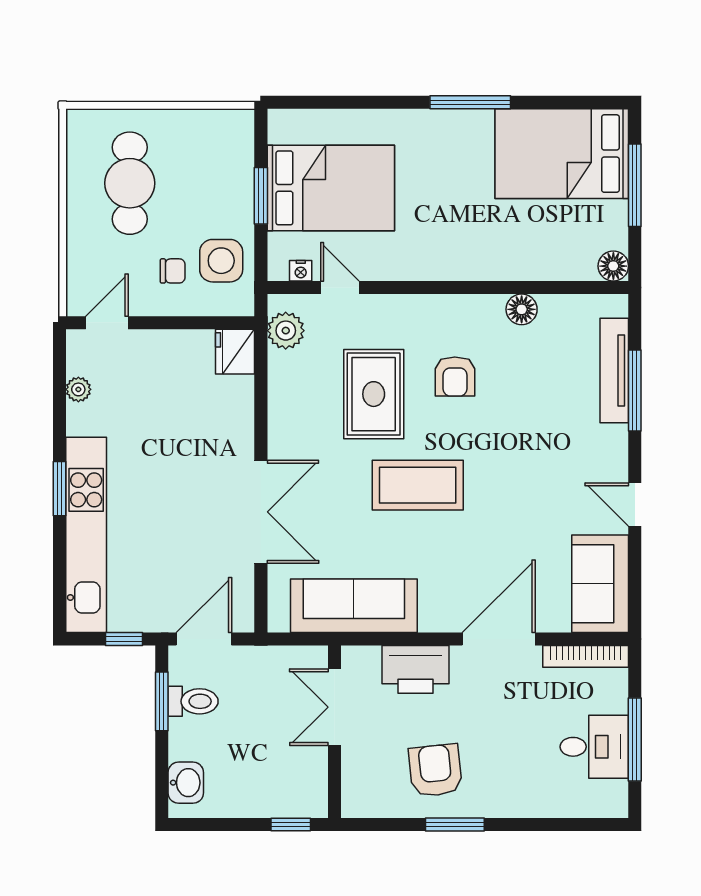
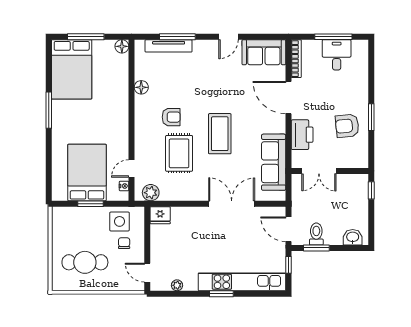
rug: (374, 394) -> (179, 153), turned 90

